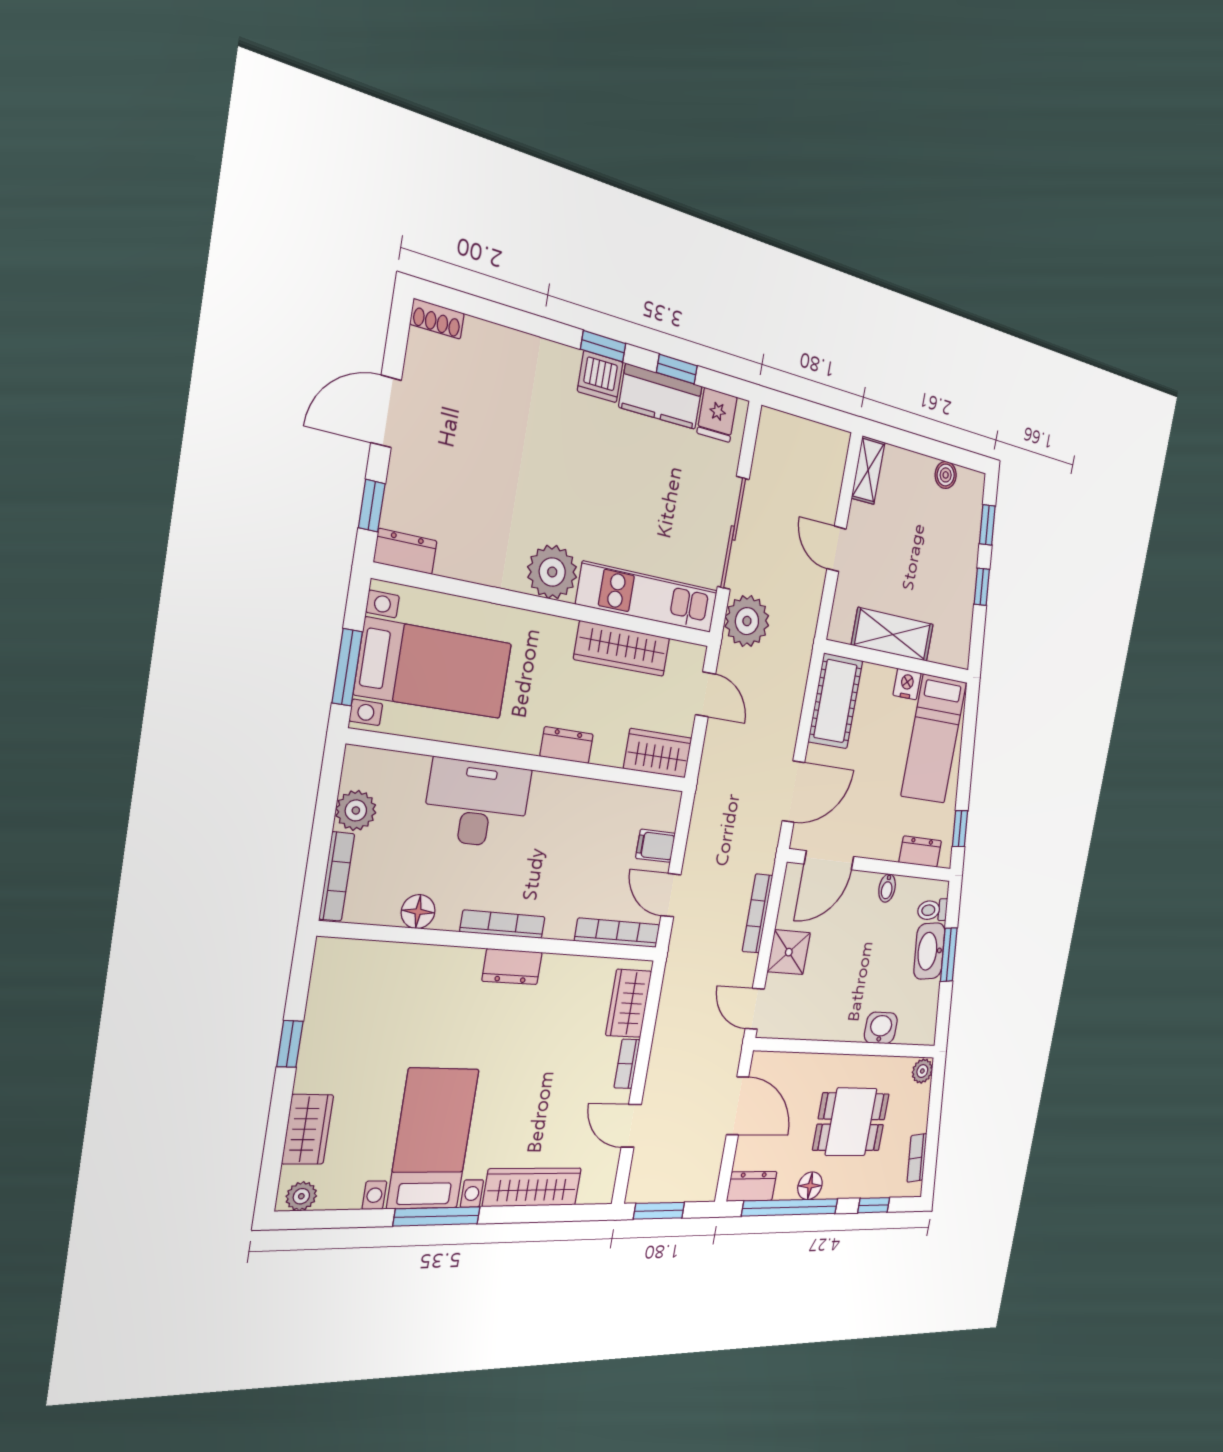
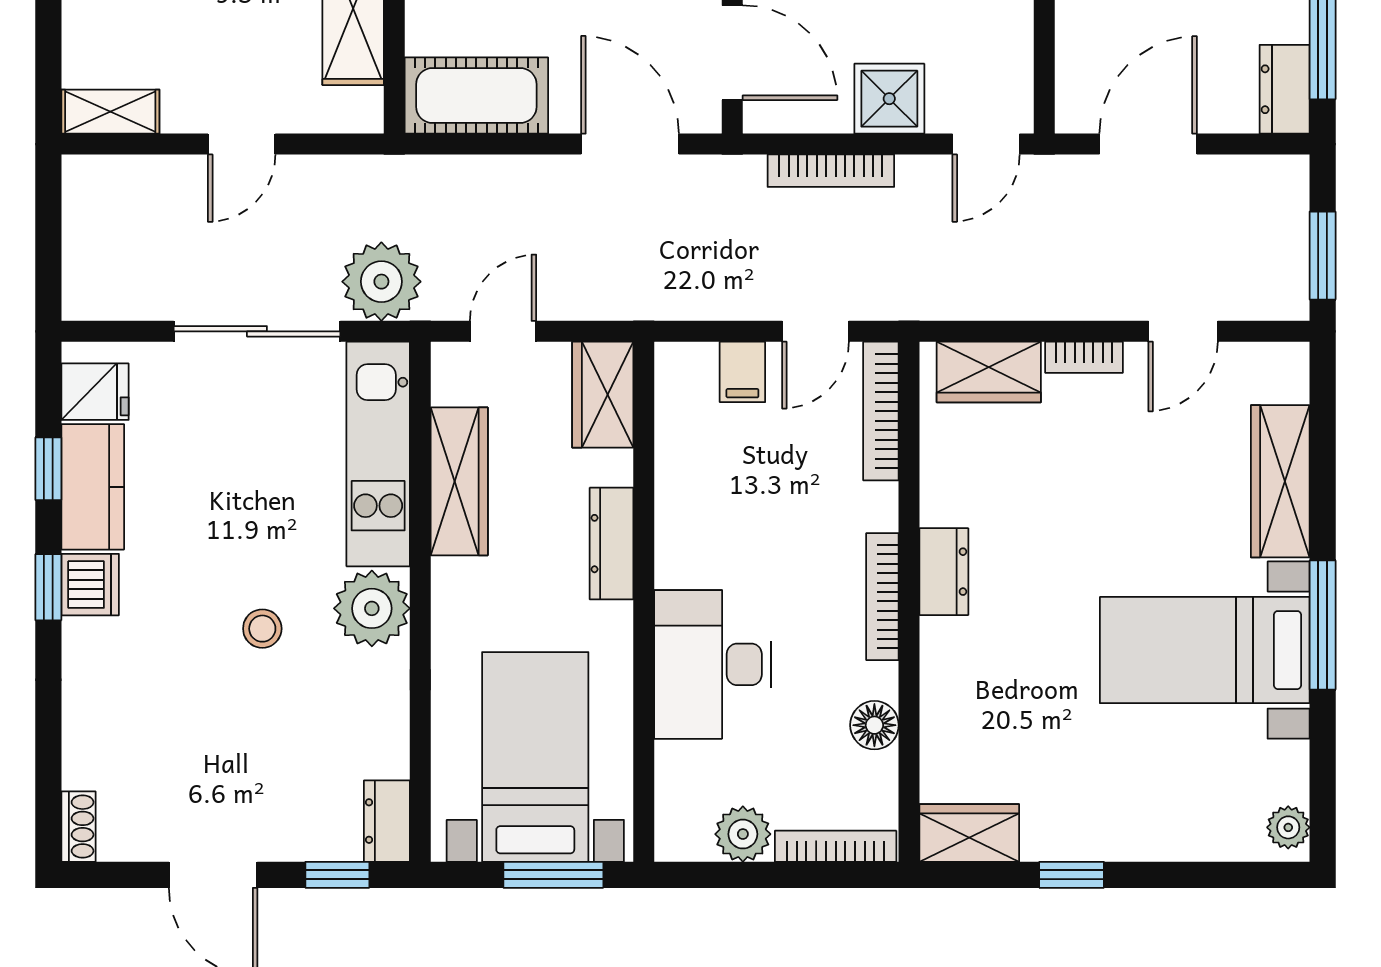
stool: (552, 492) -> (262, 629), added
dresser: (567, 745) -> (612, 544), width x1.44
wardrobe: (308, 1129) -> (969, 833), moved

